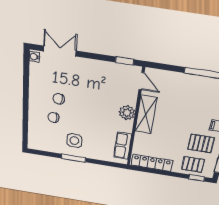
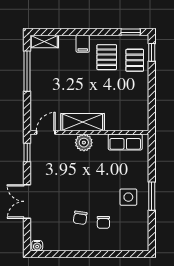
double door: (60, 51) -> (27, 201), moved
locker: (152, 163) -> (141, 106), removed

